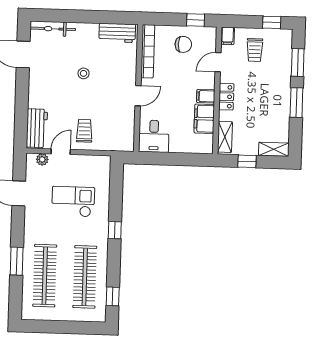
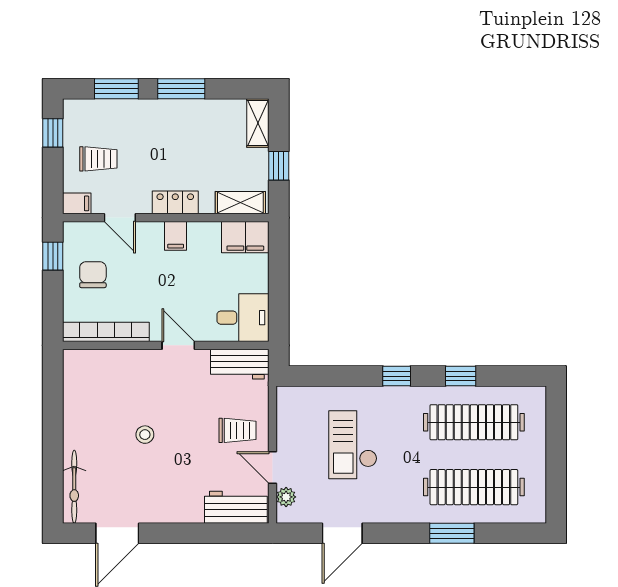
workbench: (117, 33) -> (240, 364), moved, turned 90
filing cabinet: (204, 119) -> (245, 237), moved
trolley: (84, 131) -> (237, 430), turned 180
window: (113, 296) -> (461, 376), moved

